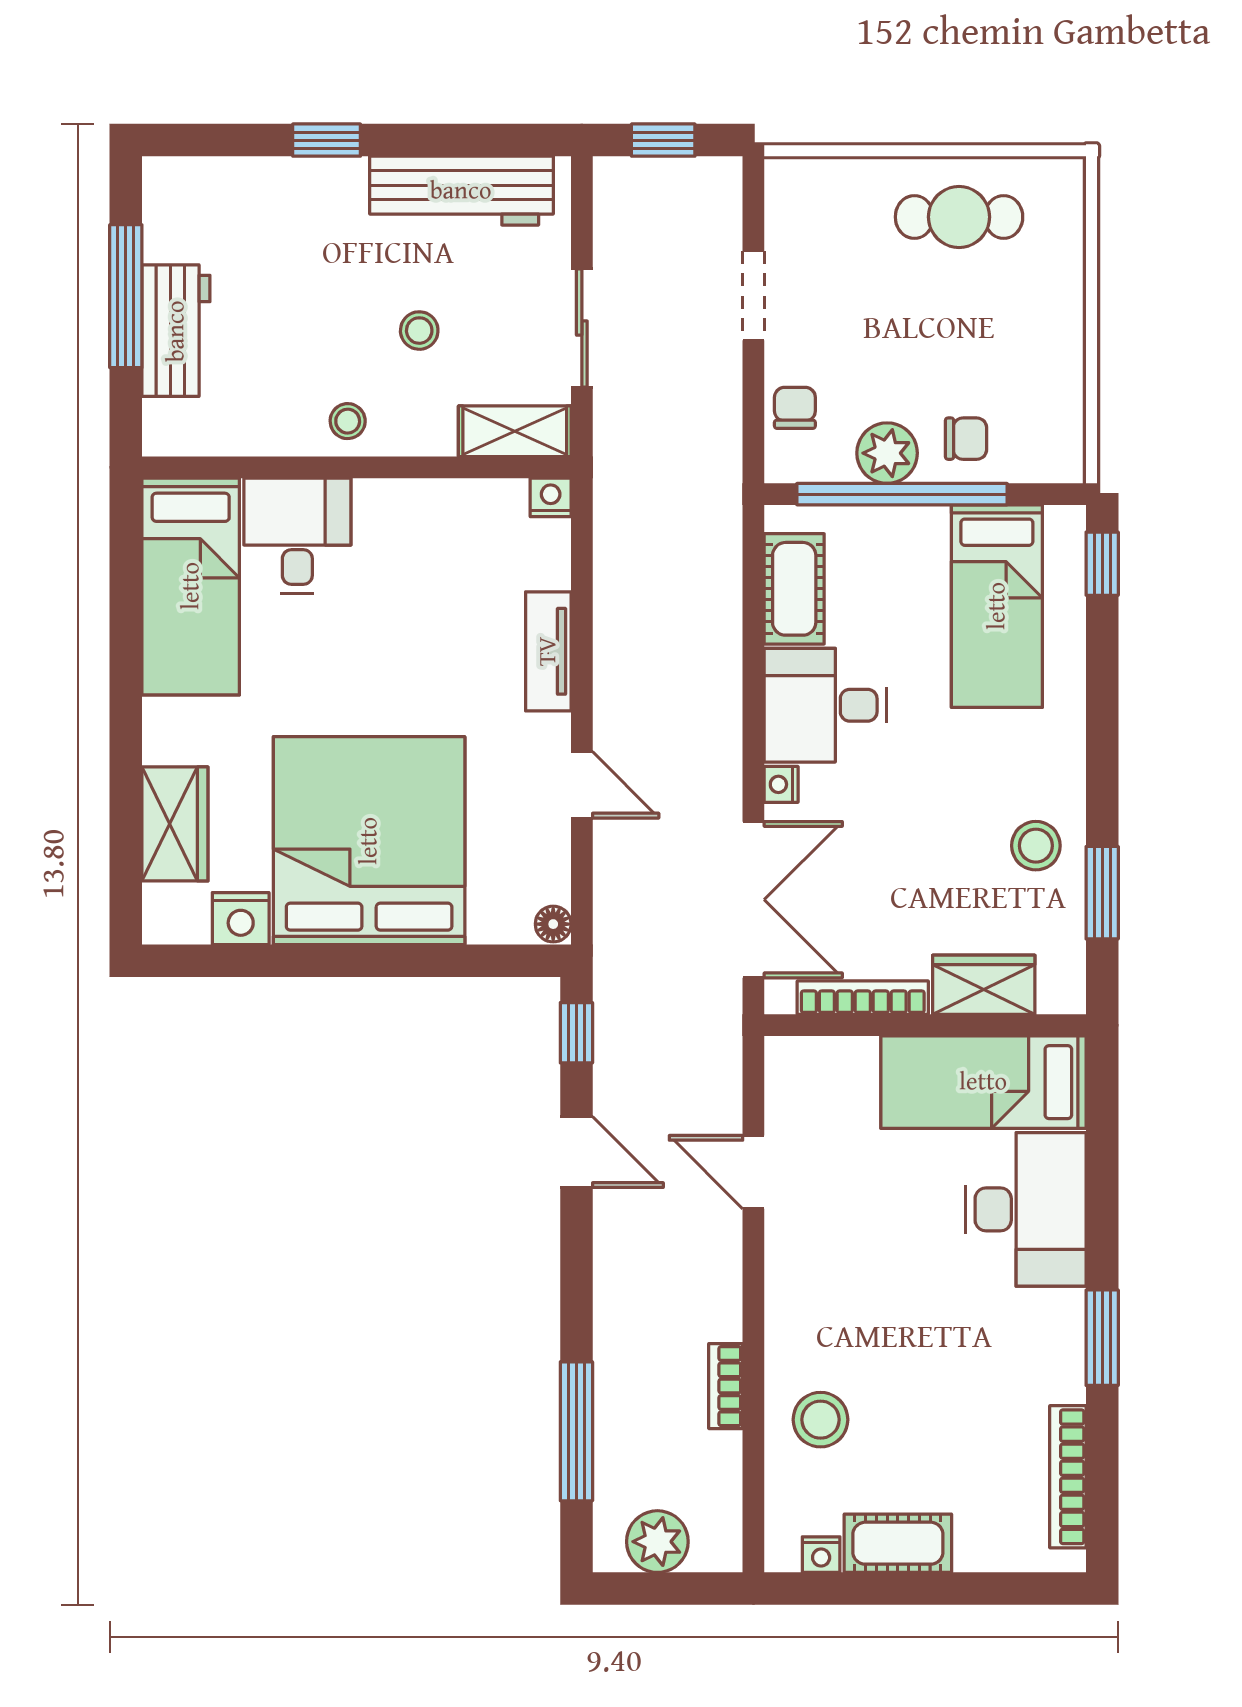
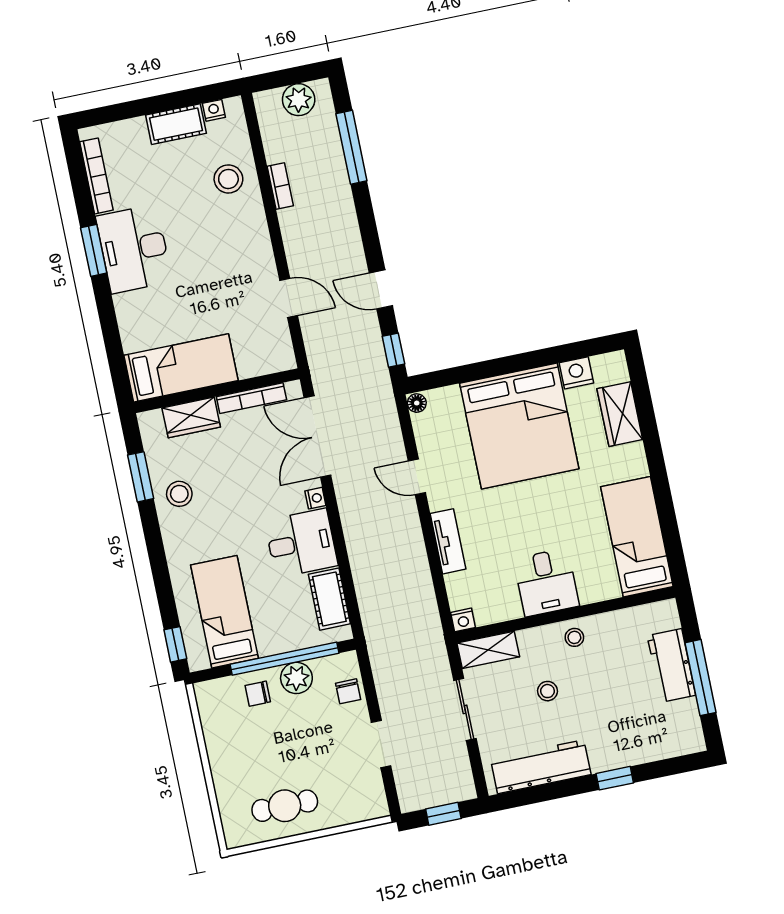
desk: (297, 536) -> (546, 582), moved
desk: (1026, 1209) -> (134, 249), moved

